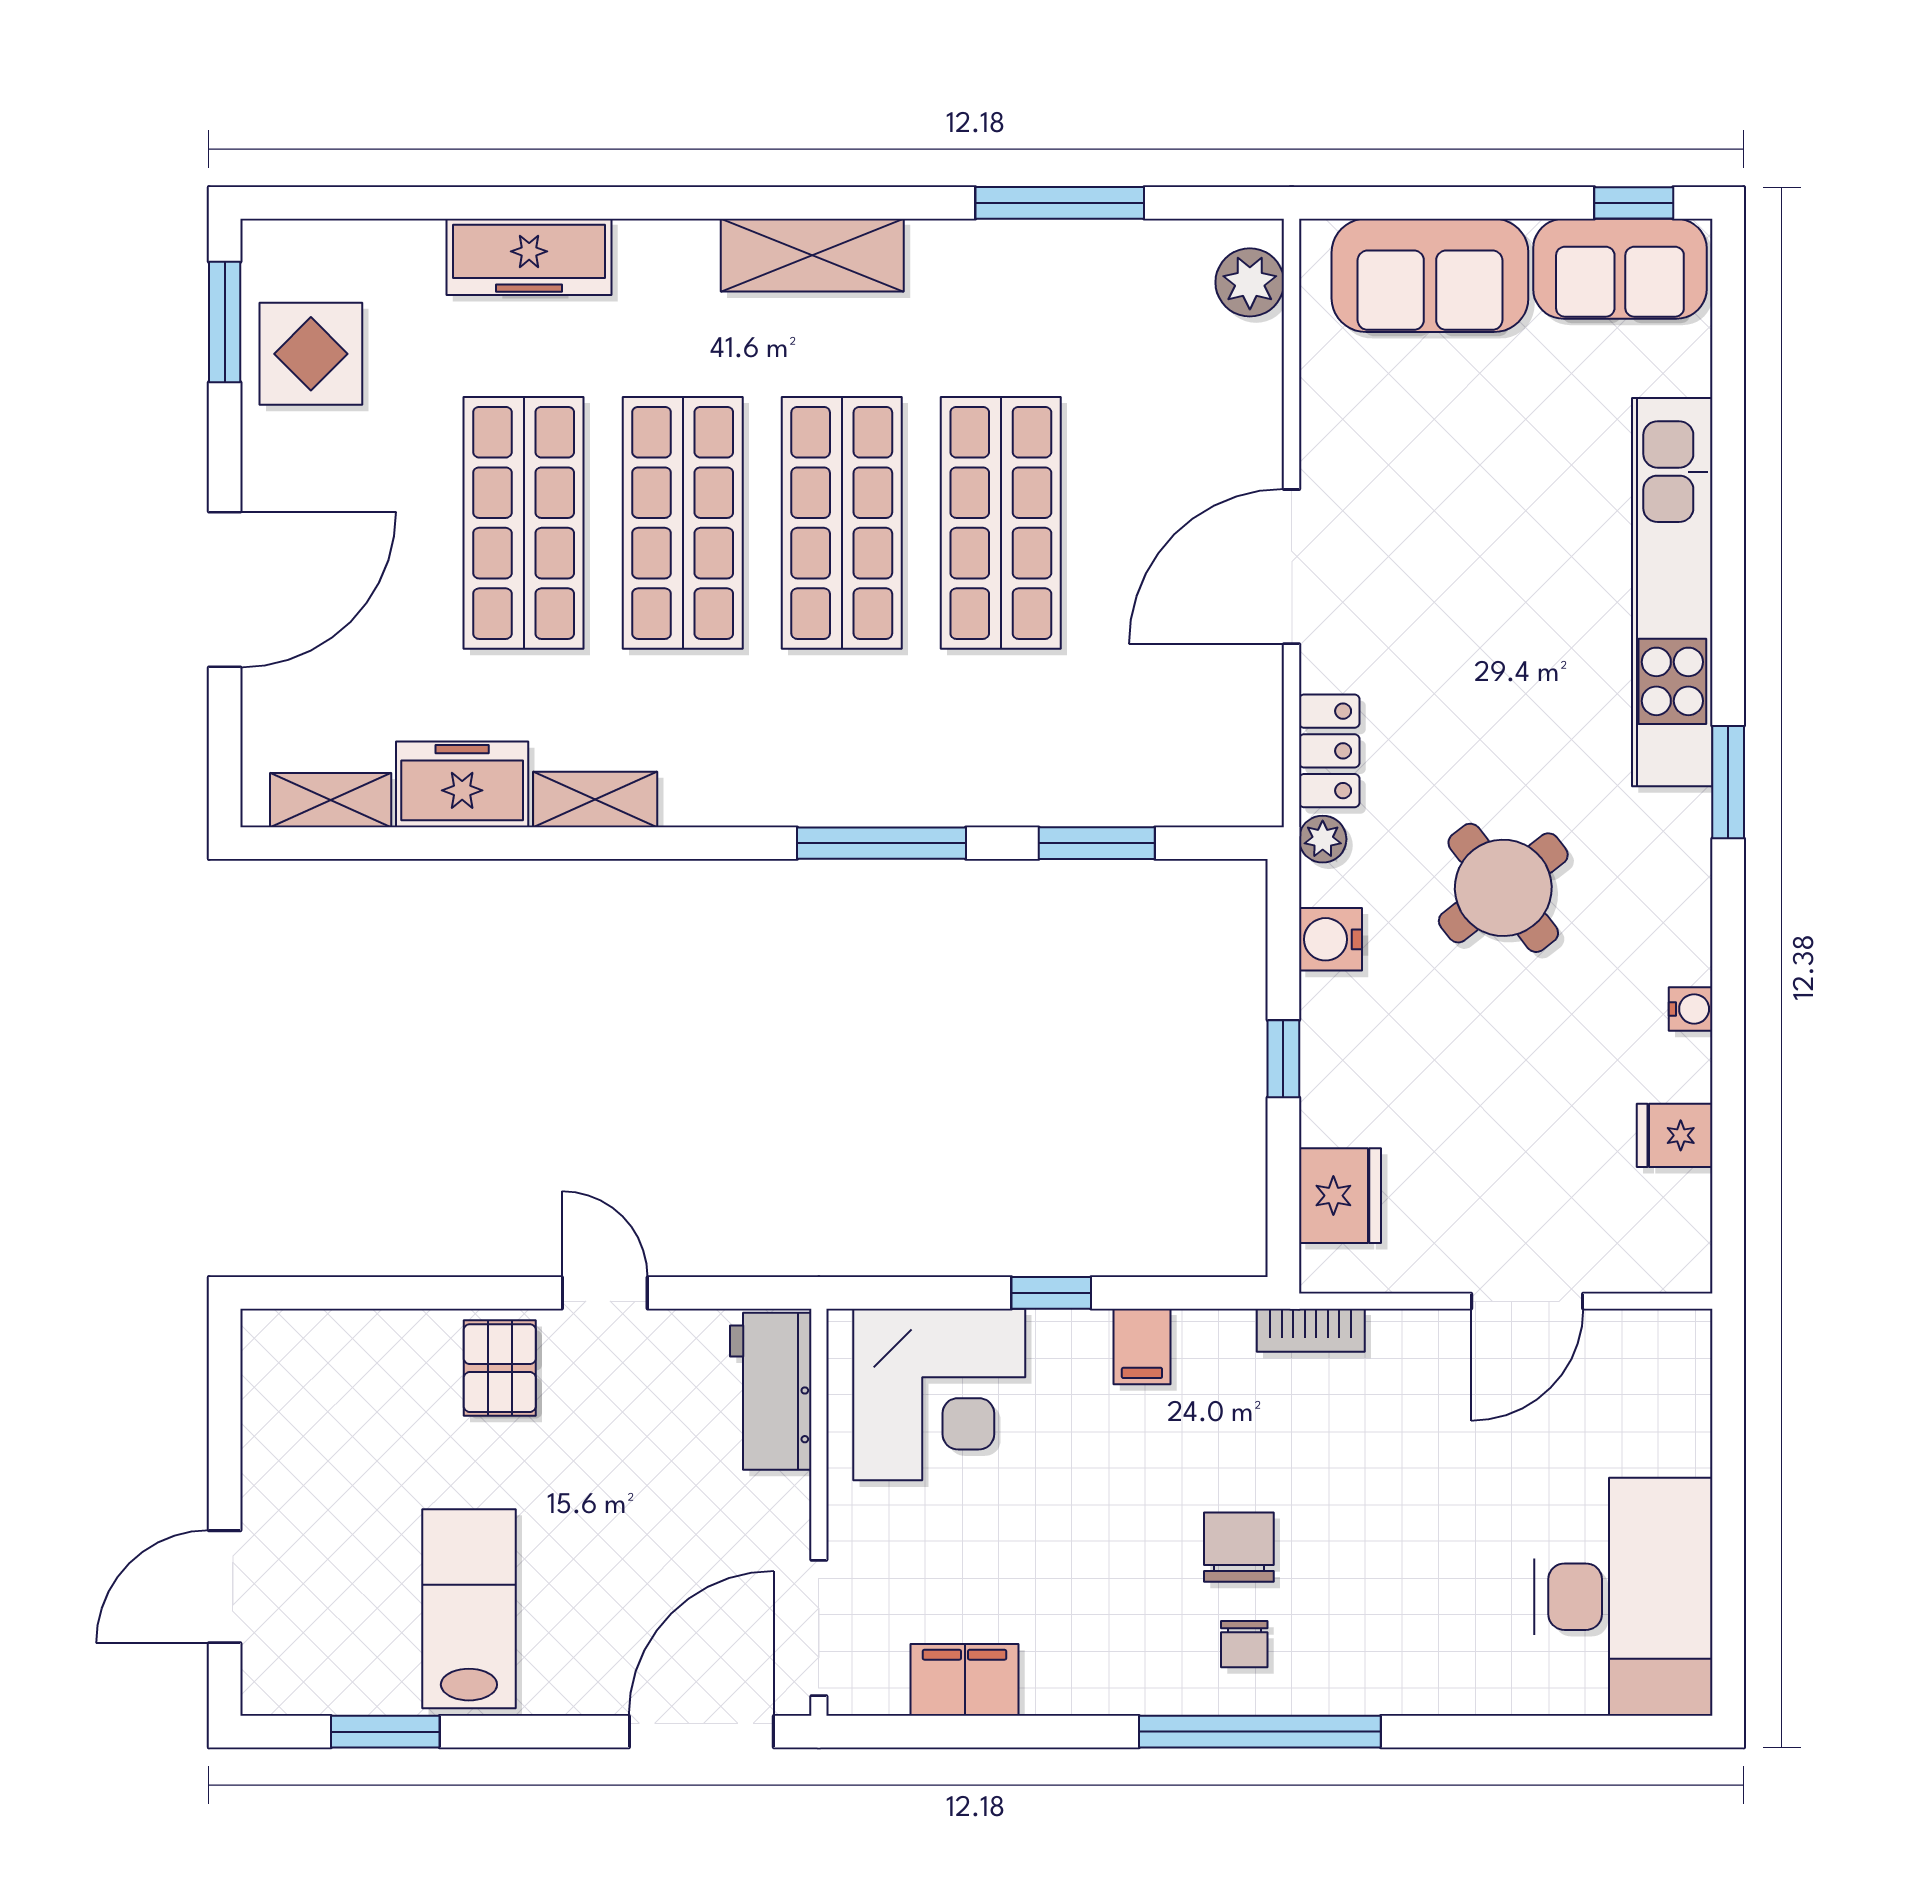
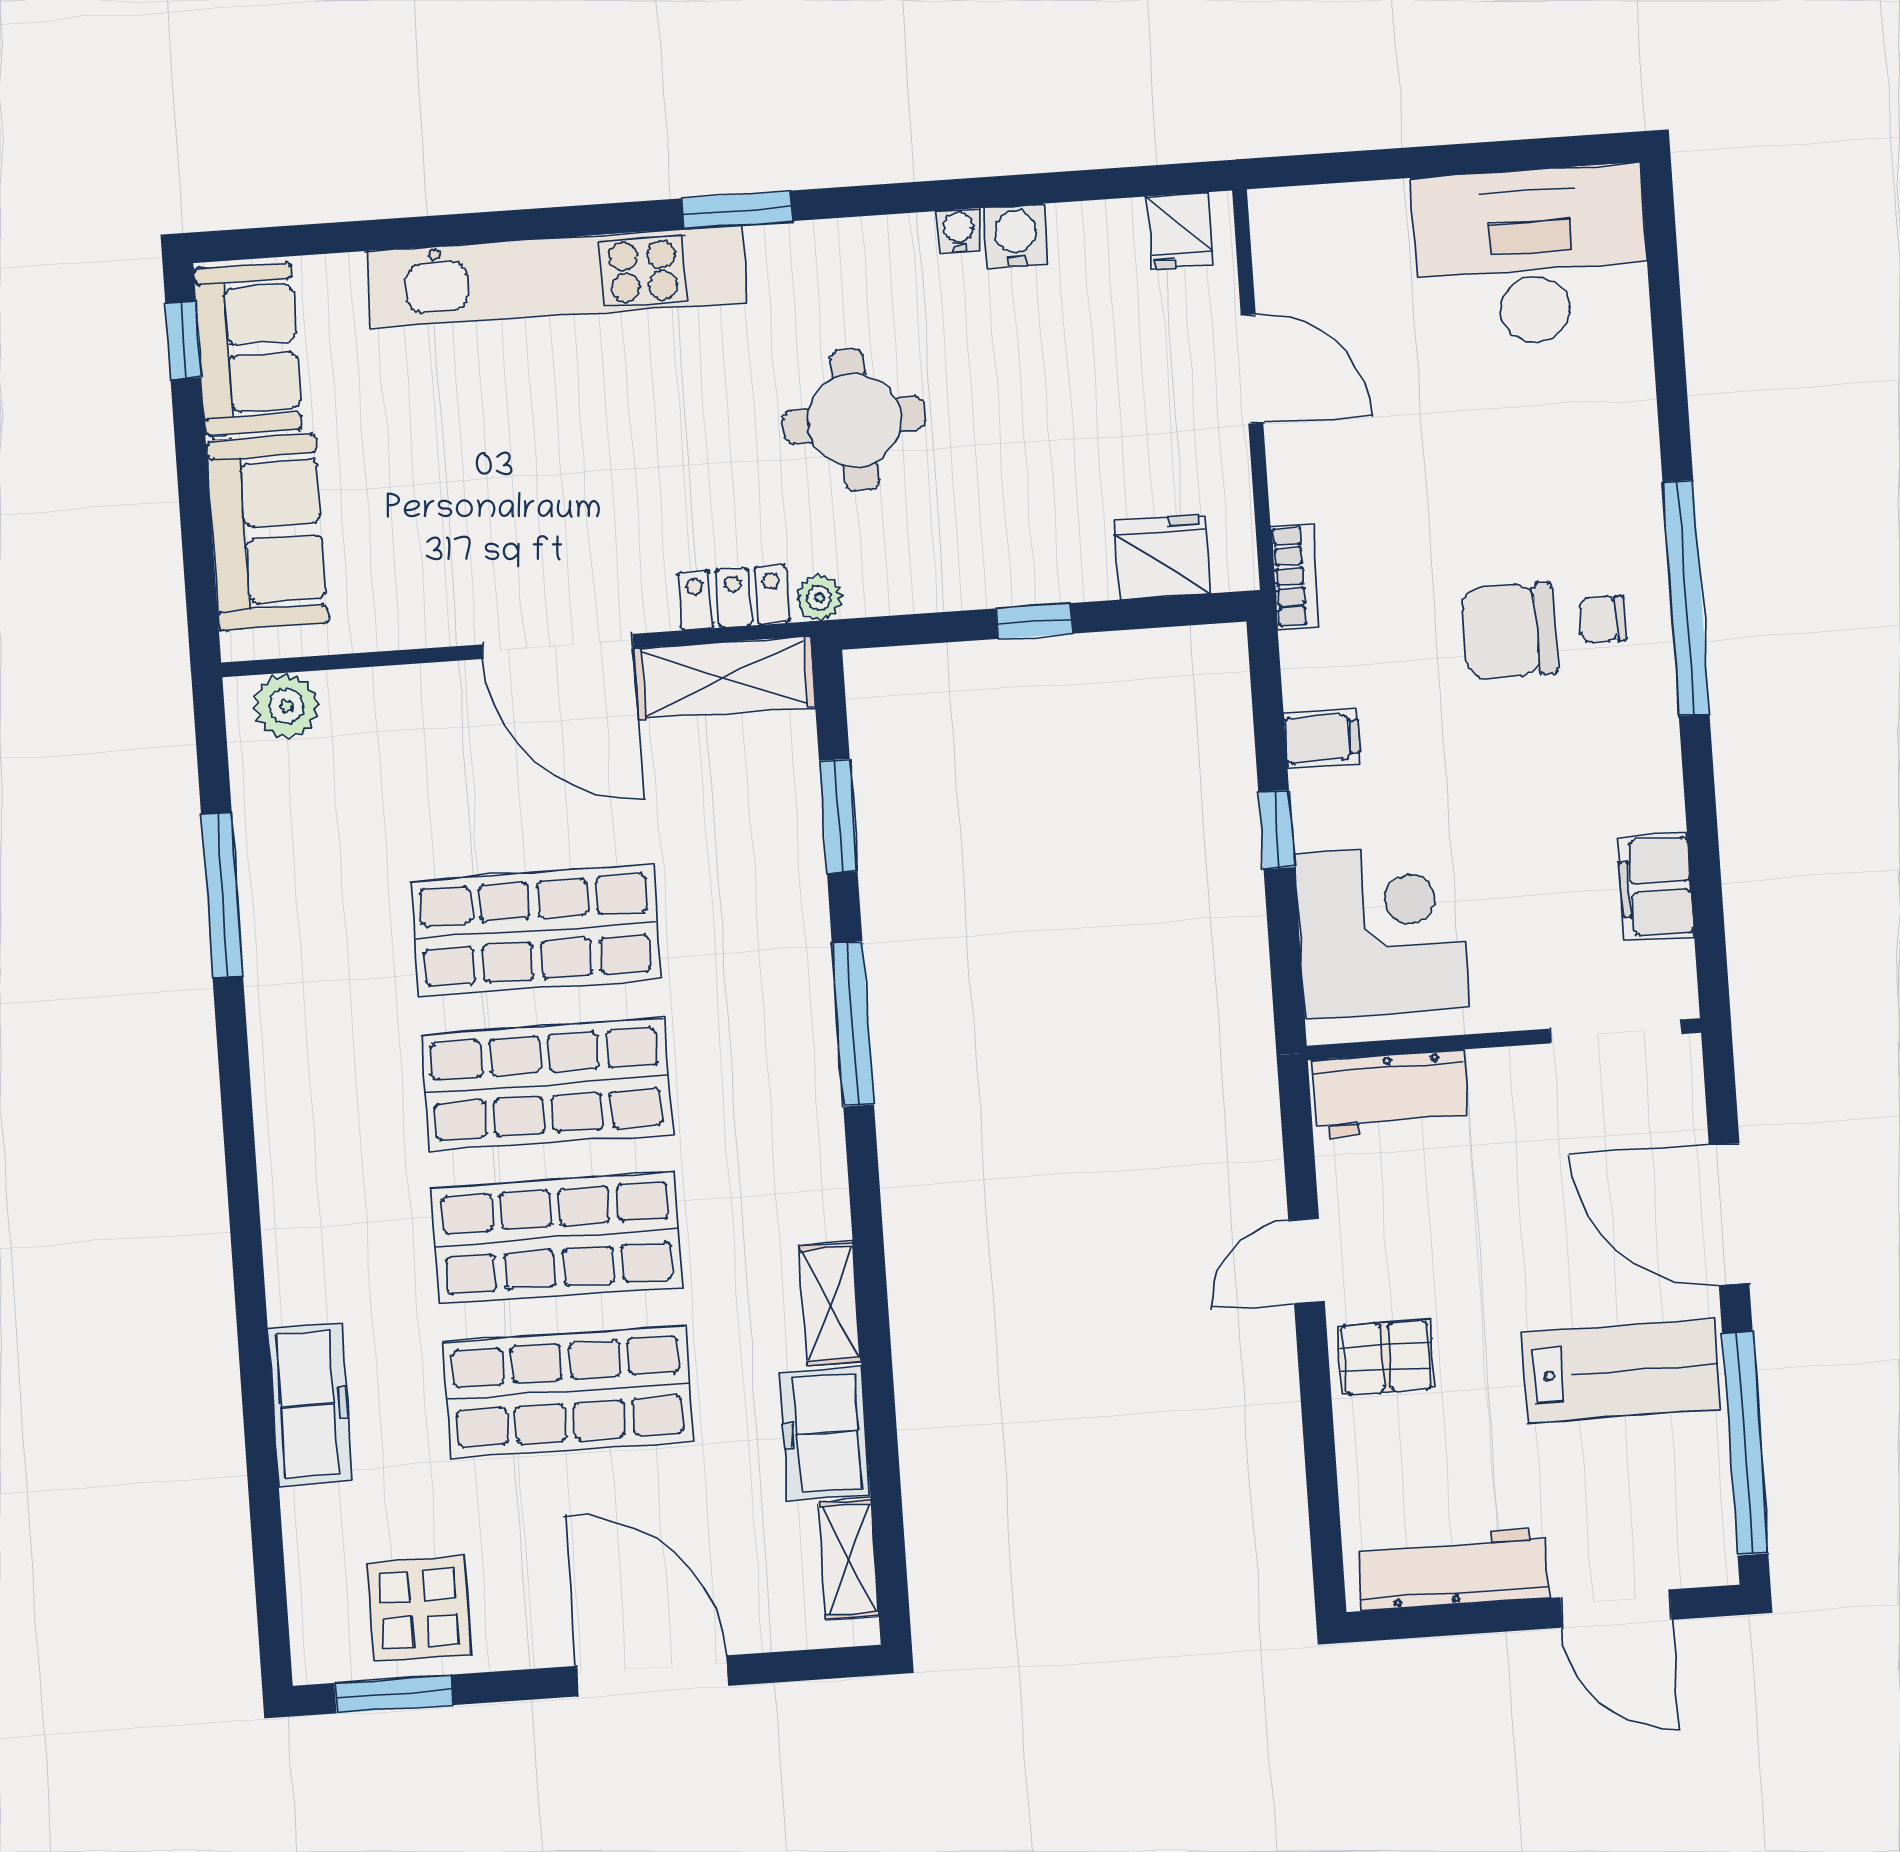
shelving: (812, 255) -> (725, 678), moved, turned 90
round table: (1503, 888) -> (854, 420), turned 35
water cooler: (1330, 939) -> (1016, 236), moved, turned 180
fridge: (1675, 1135) -> (1180, 231), moved
workbench: (277, 1422) -> (1453, 1569), added
chair: (1239, 1547) -> (1509, 631), width x1.37, depth x1.37
lab bench: (469, 1609) -> (1621, 1371), turned 180
chair: (1244, 1644) -> (1603, 619), turned 180
window: (385, 1732) -> (1745, 1444), width x2.11
door: (701, 1732) -> (1729, 1214), moved

